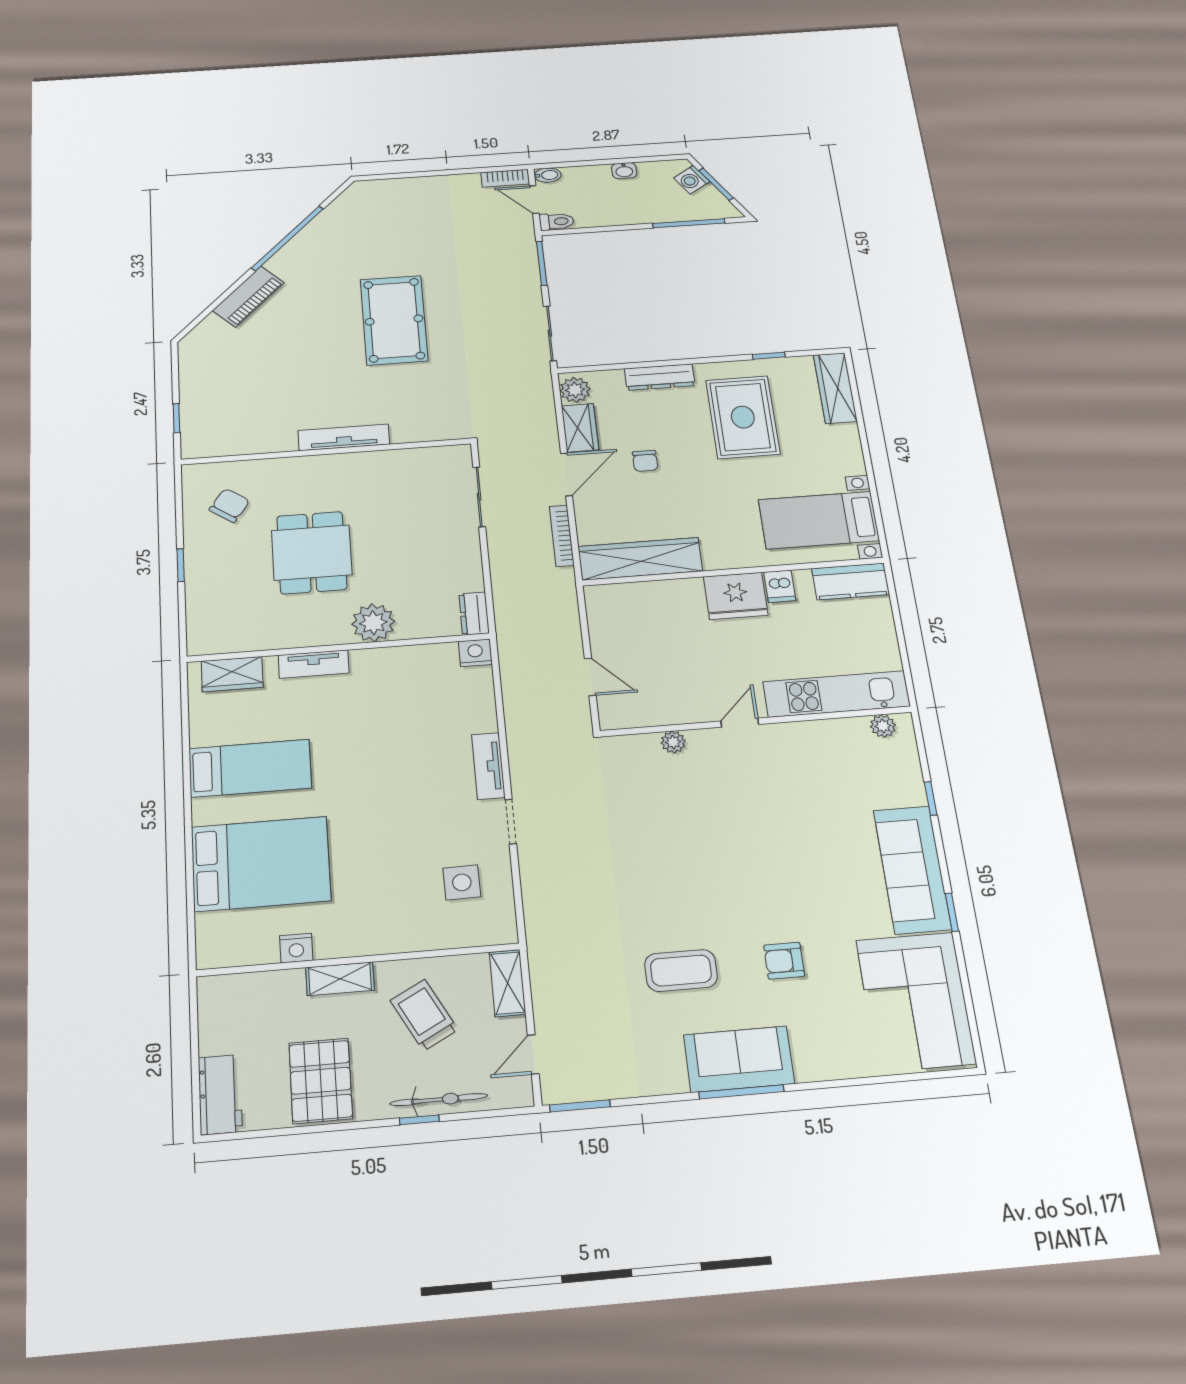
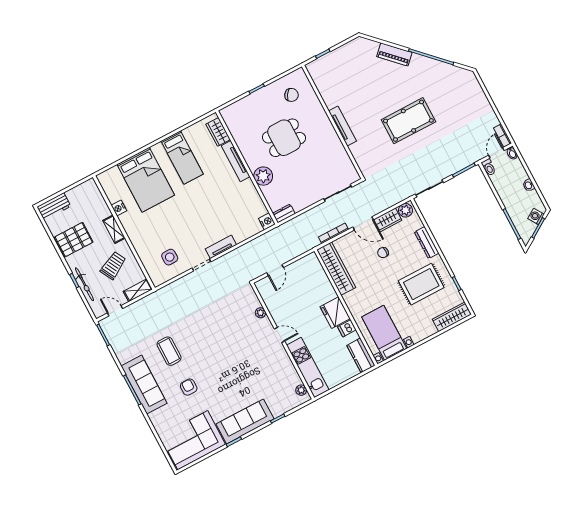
tv unit: (314, 664) -> (236, 161), width x1.41
sofa: (739, 1059) -> (144, 385), width x1.36

